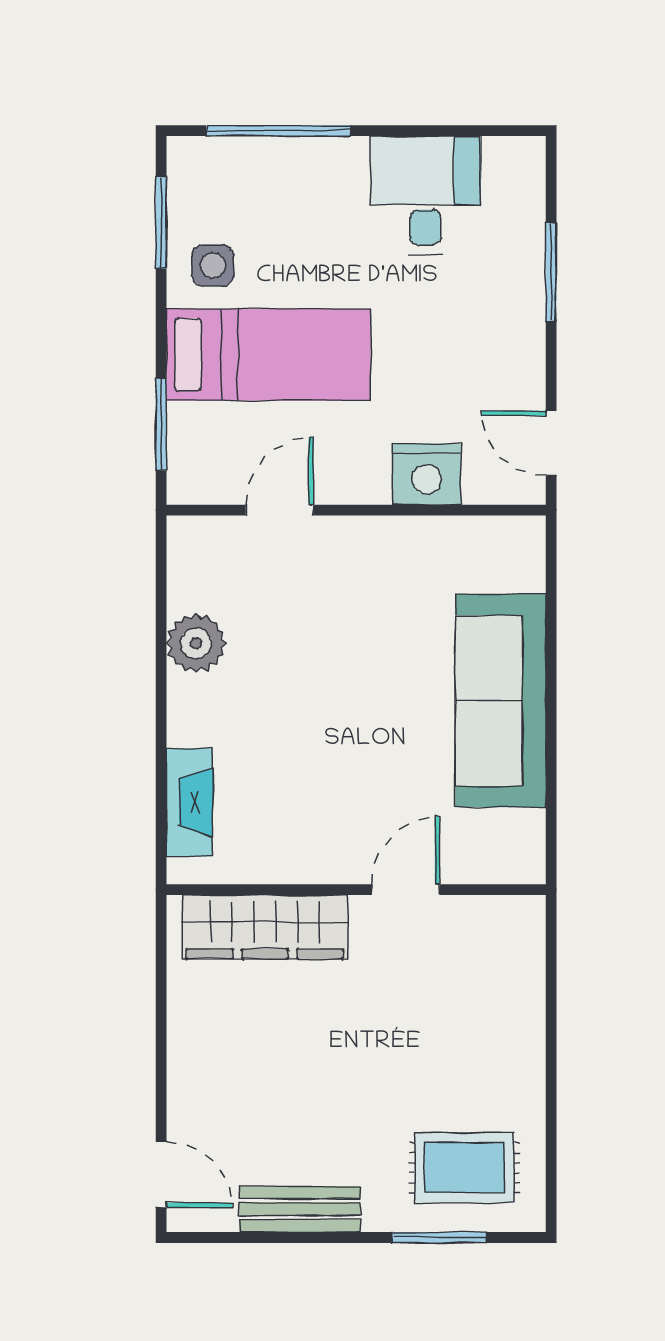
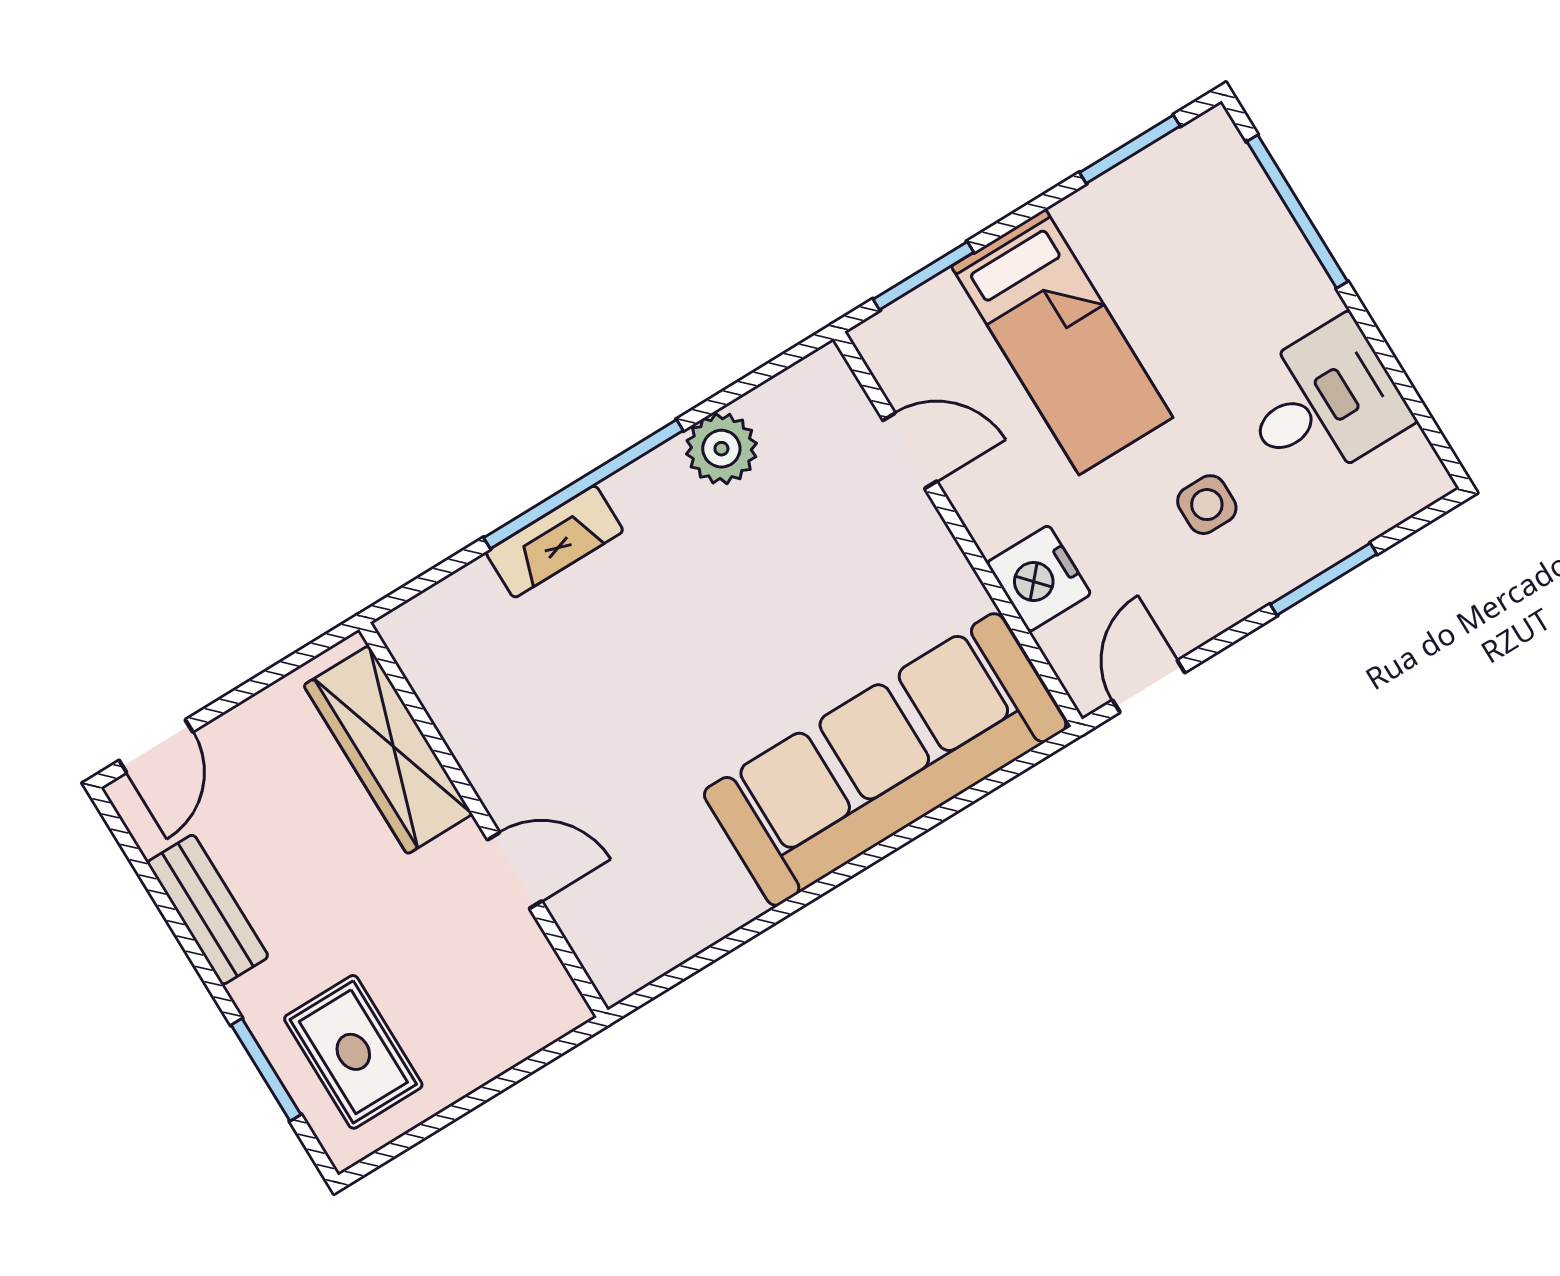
side table: (213, 265) -> (1207, 505), moved
sofa: (501, 701) -> (885, 760), width x1.36, depth x1.27
window: (161, 757) -> (583, 484), added
wall: (356, 890) -> (483, 820), moved
door: (406, 890) -> (515, 870), moved
wardrobe: (265, 927) -> (388, 750), moved

